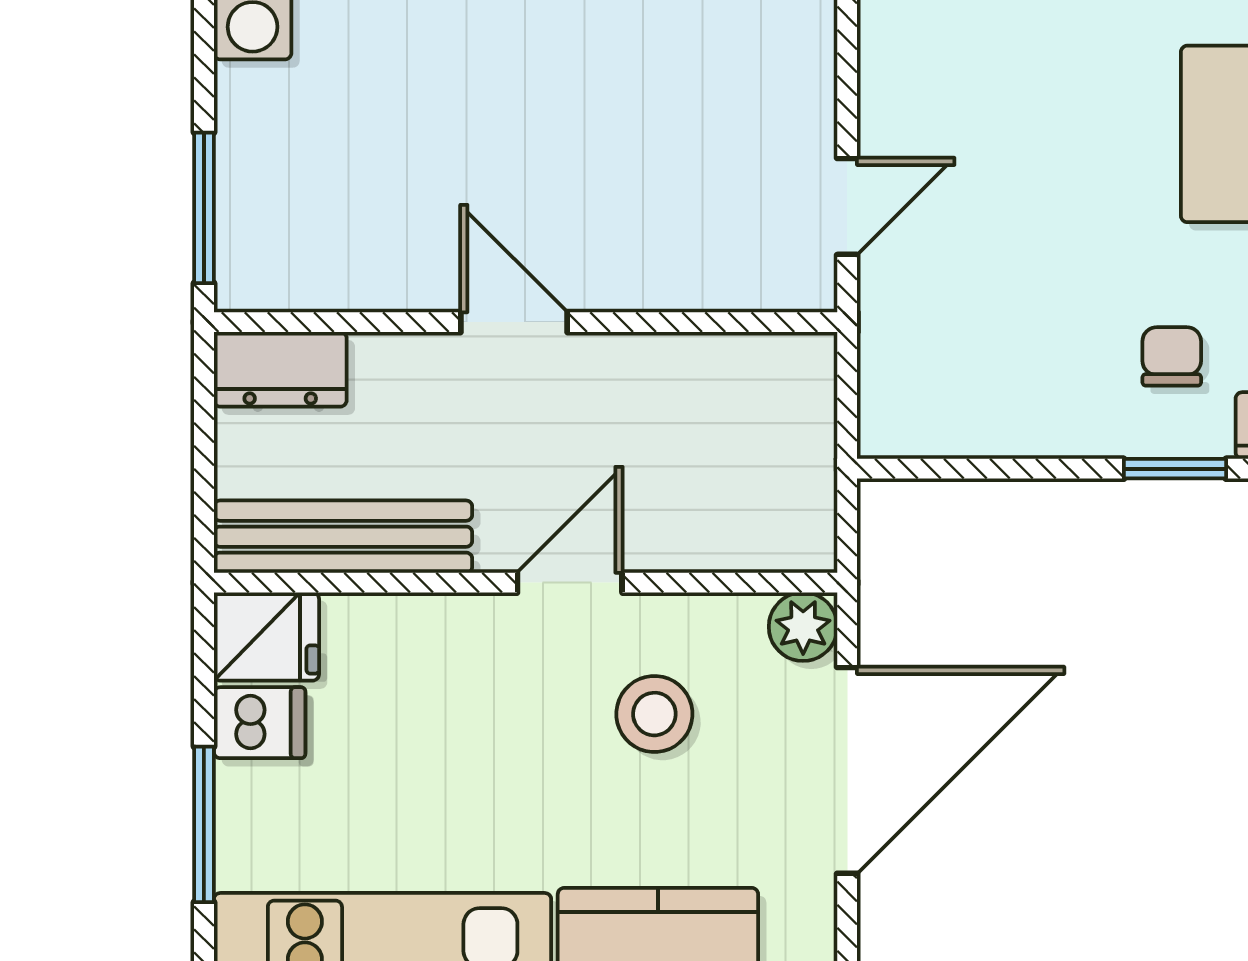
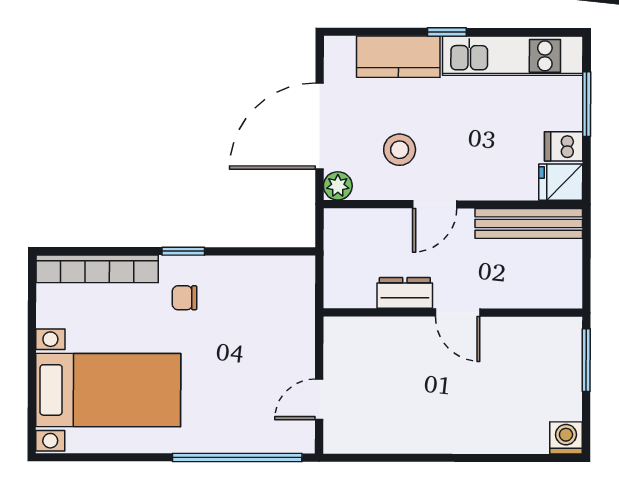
door: (847, 206) -> (319, 399), moved
chair: (1172, 356) -> (185, 298), turned 90
dresser: (280, 369) -> (405, 293), moved

